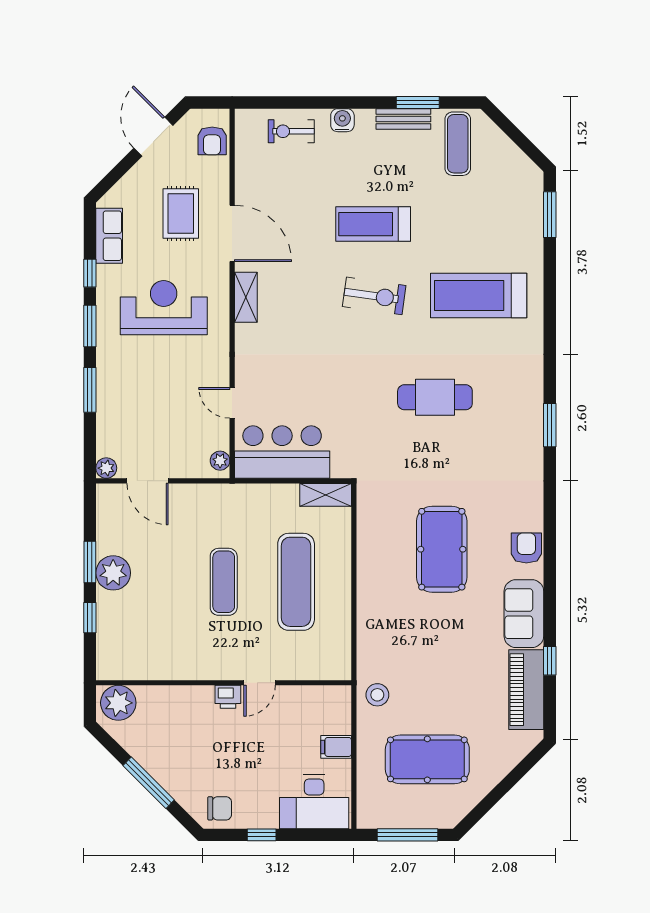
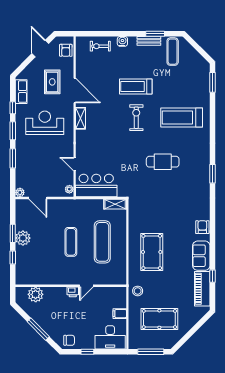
exercise bike: (374, 296) -> (136, 118), turned -98
pool table: (442, 549) -> (152, 252), moved
plant: (118, 703) -> (36, 294), moved

